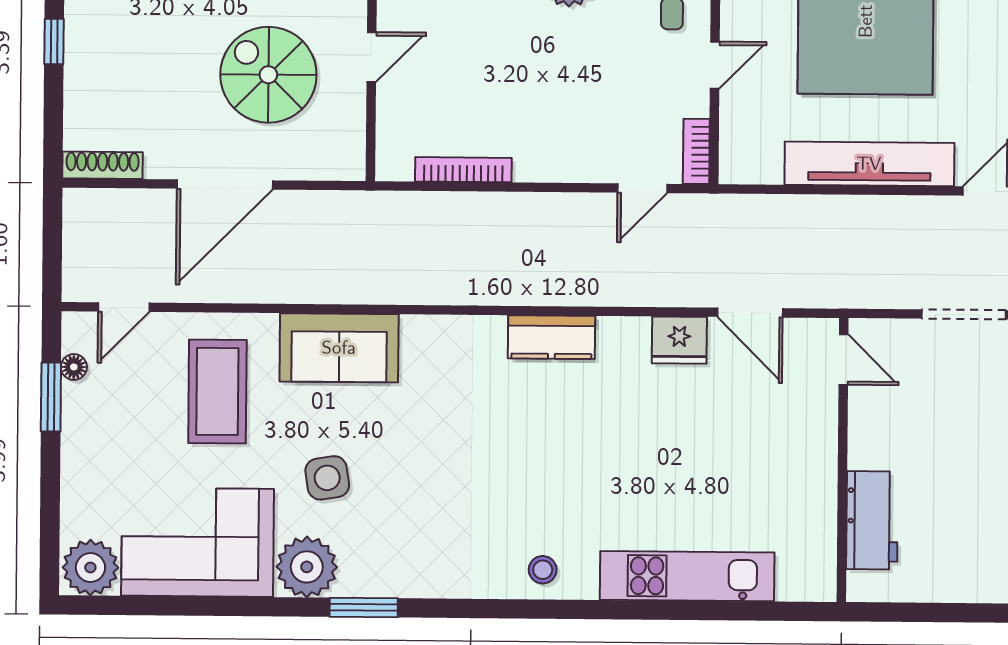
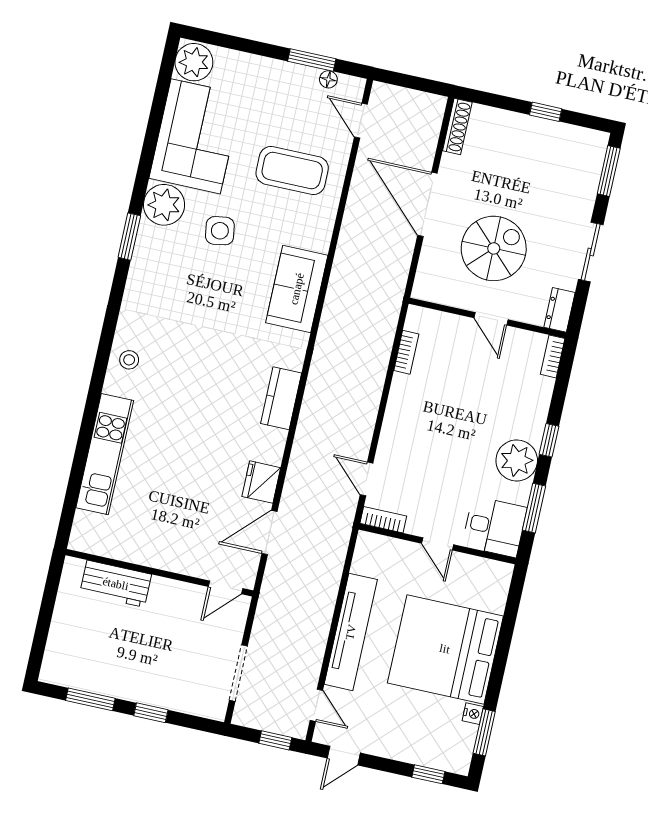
bookcase: (463, 170) -> (406, 352), width x0.64
sofa: (339, 348) -> (297, 289), moved

